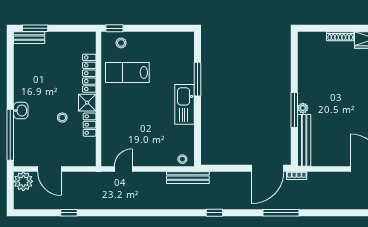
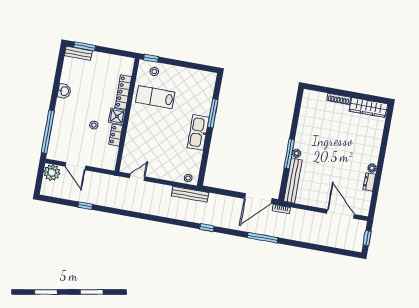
washbasin: (21, 111) -> (64, 91), moved

